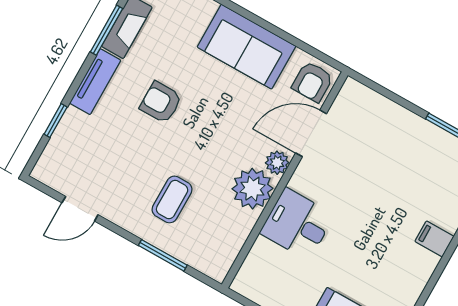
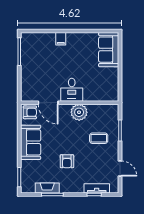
tv unit: (95, 82) -> (97, 188), moved
plant: (277, 163) -> (65, 109), removed
desk: (297, 224) -> (72, 90), moved

